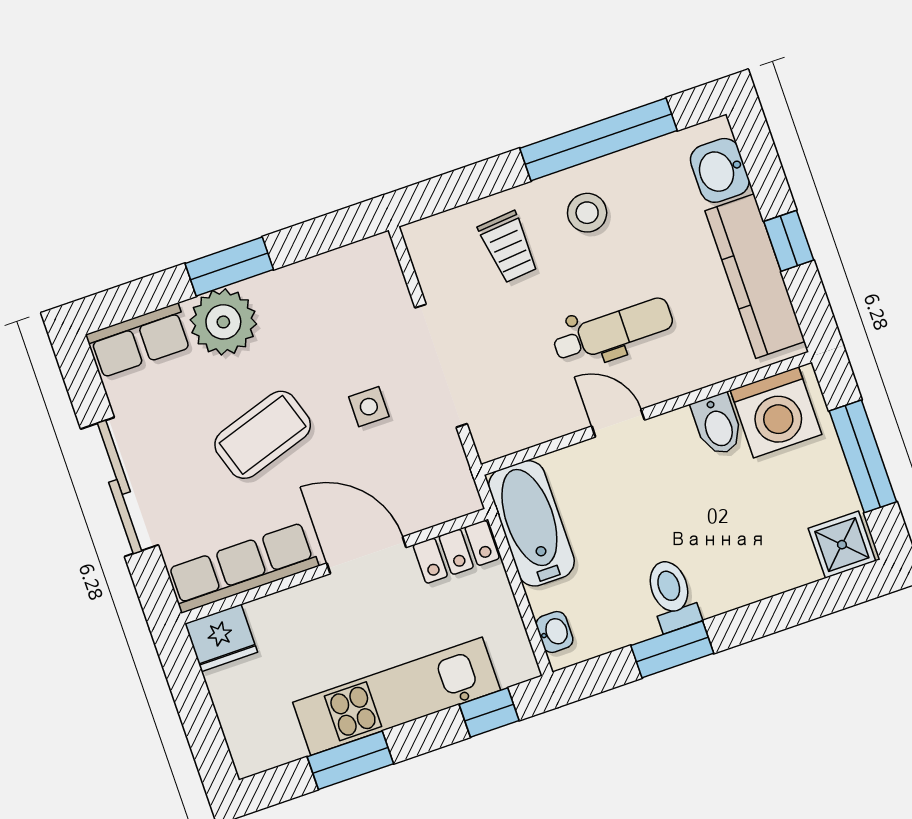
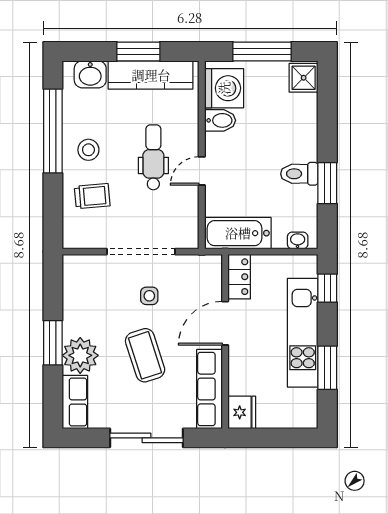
window: (789, 241) -> (138, 51), width x1.50

